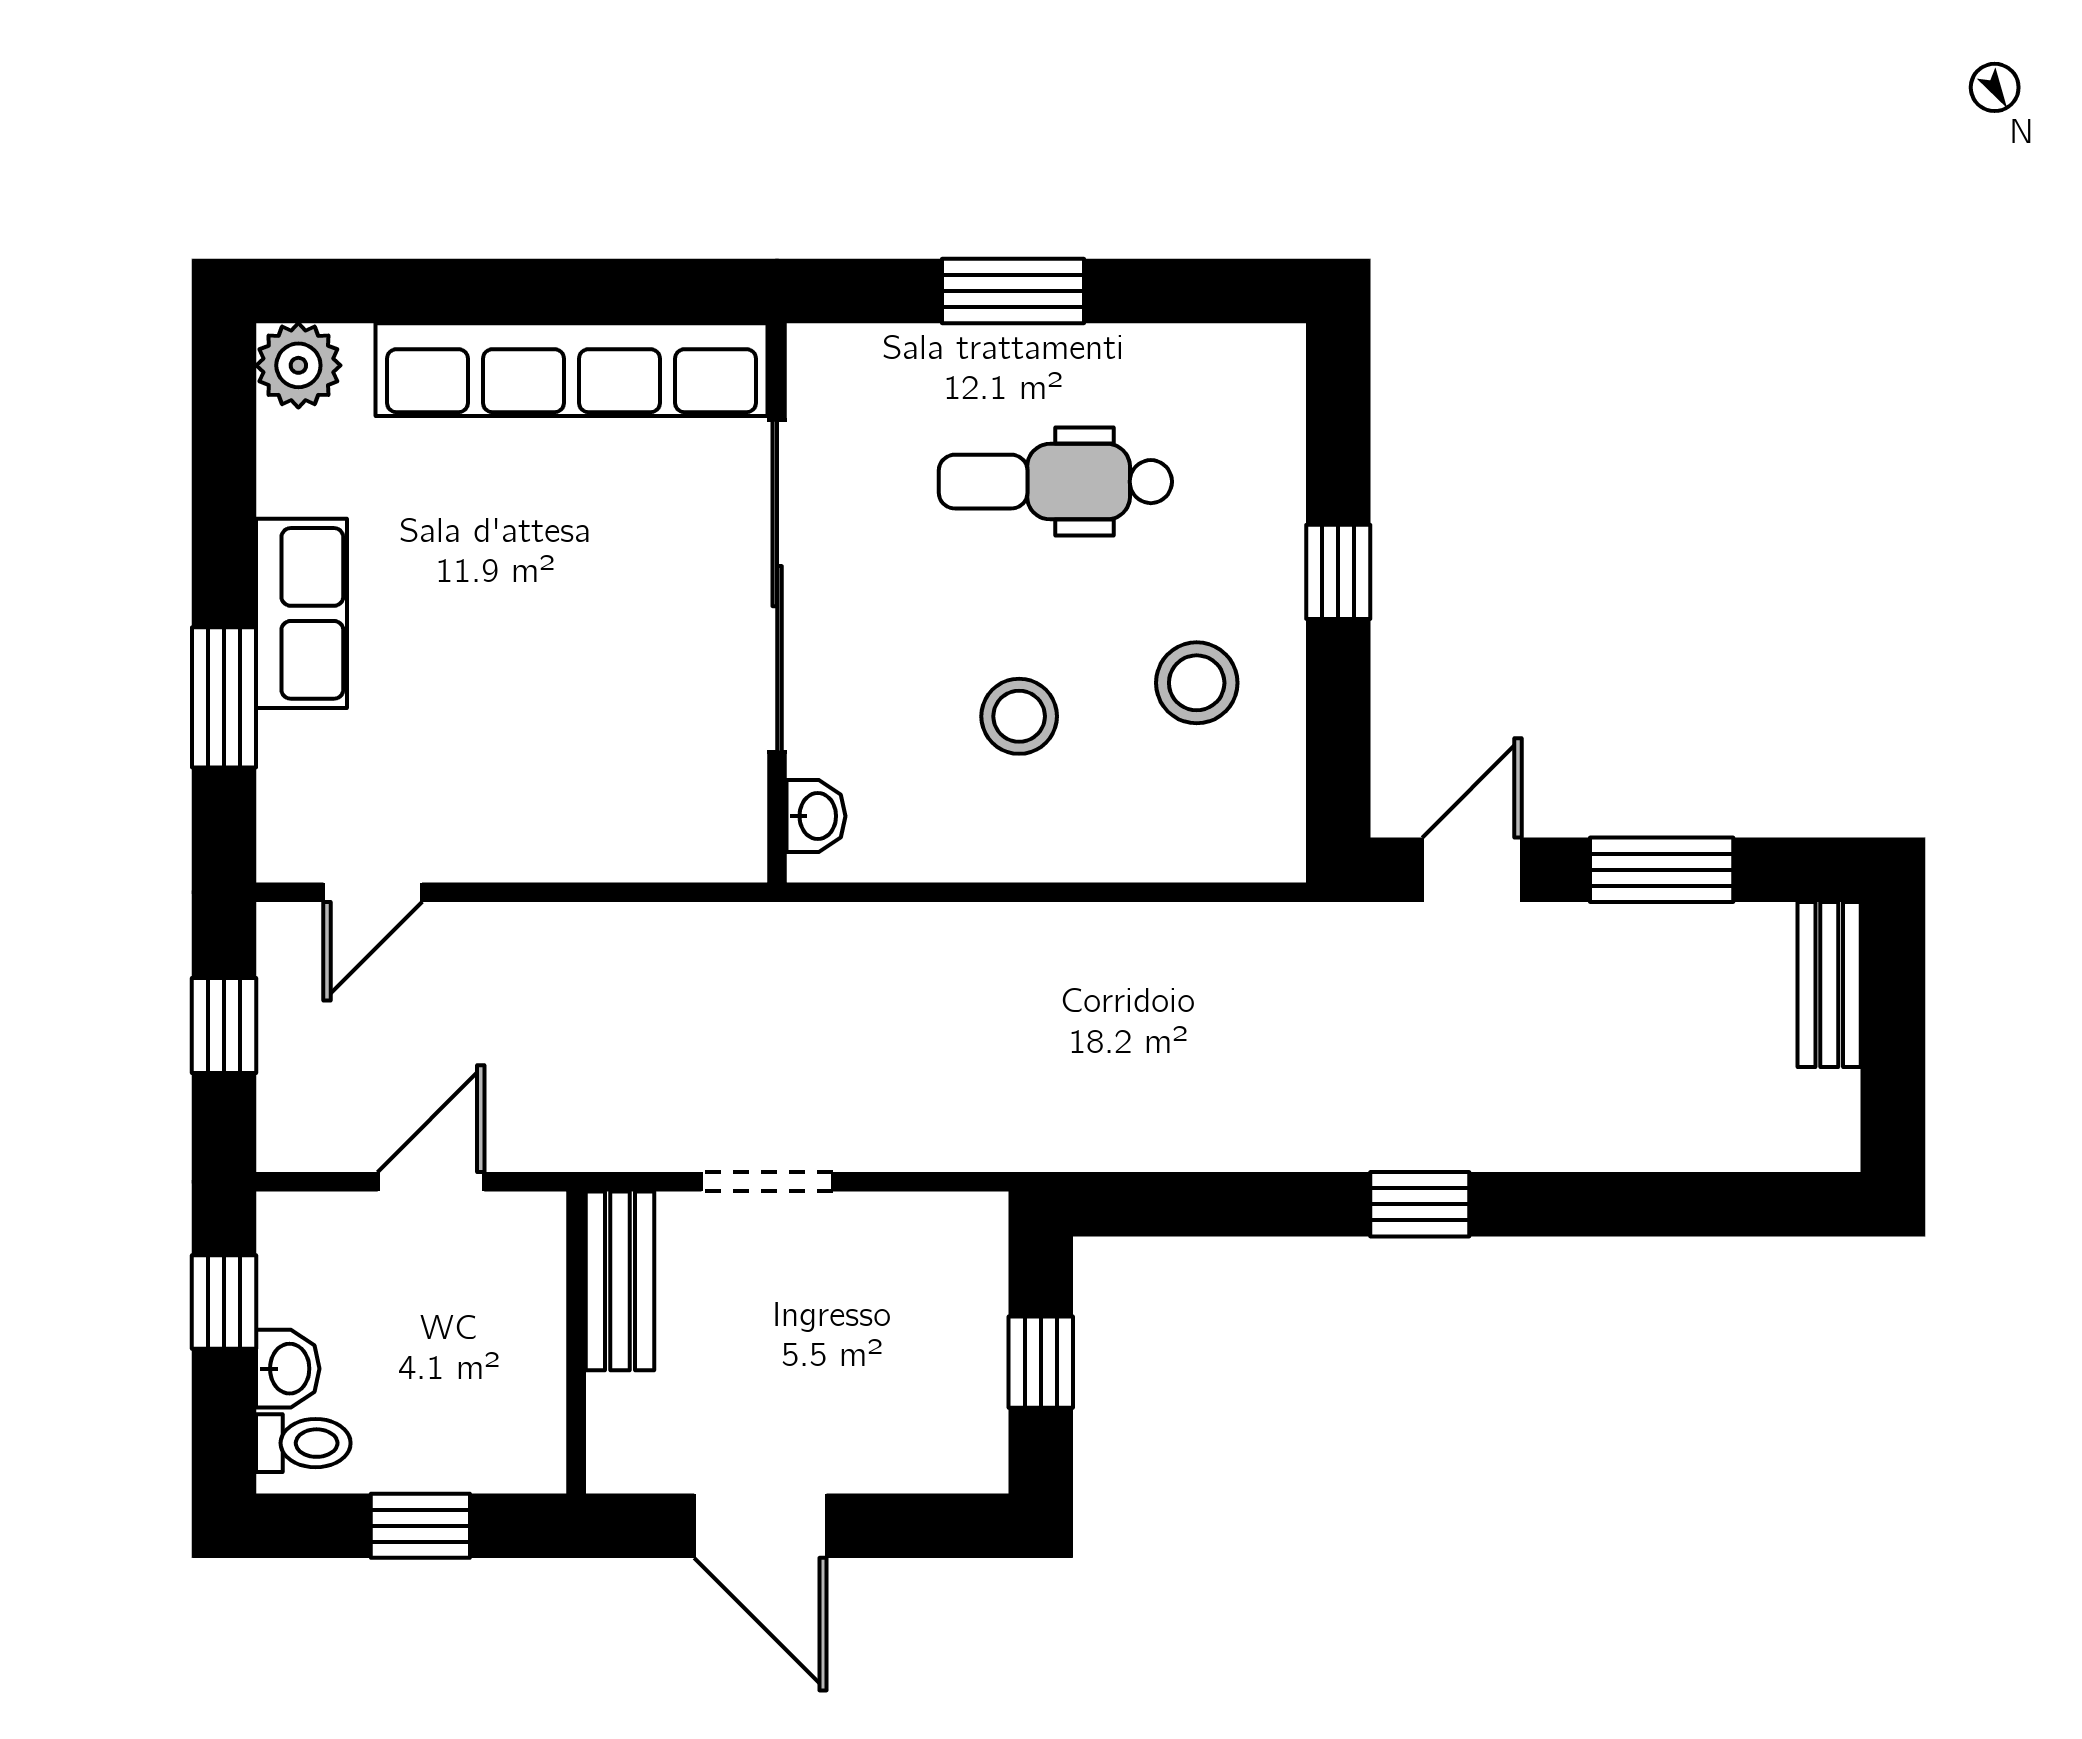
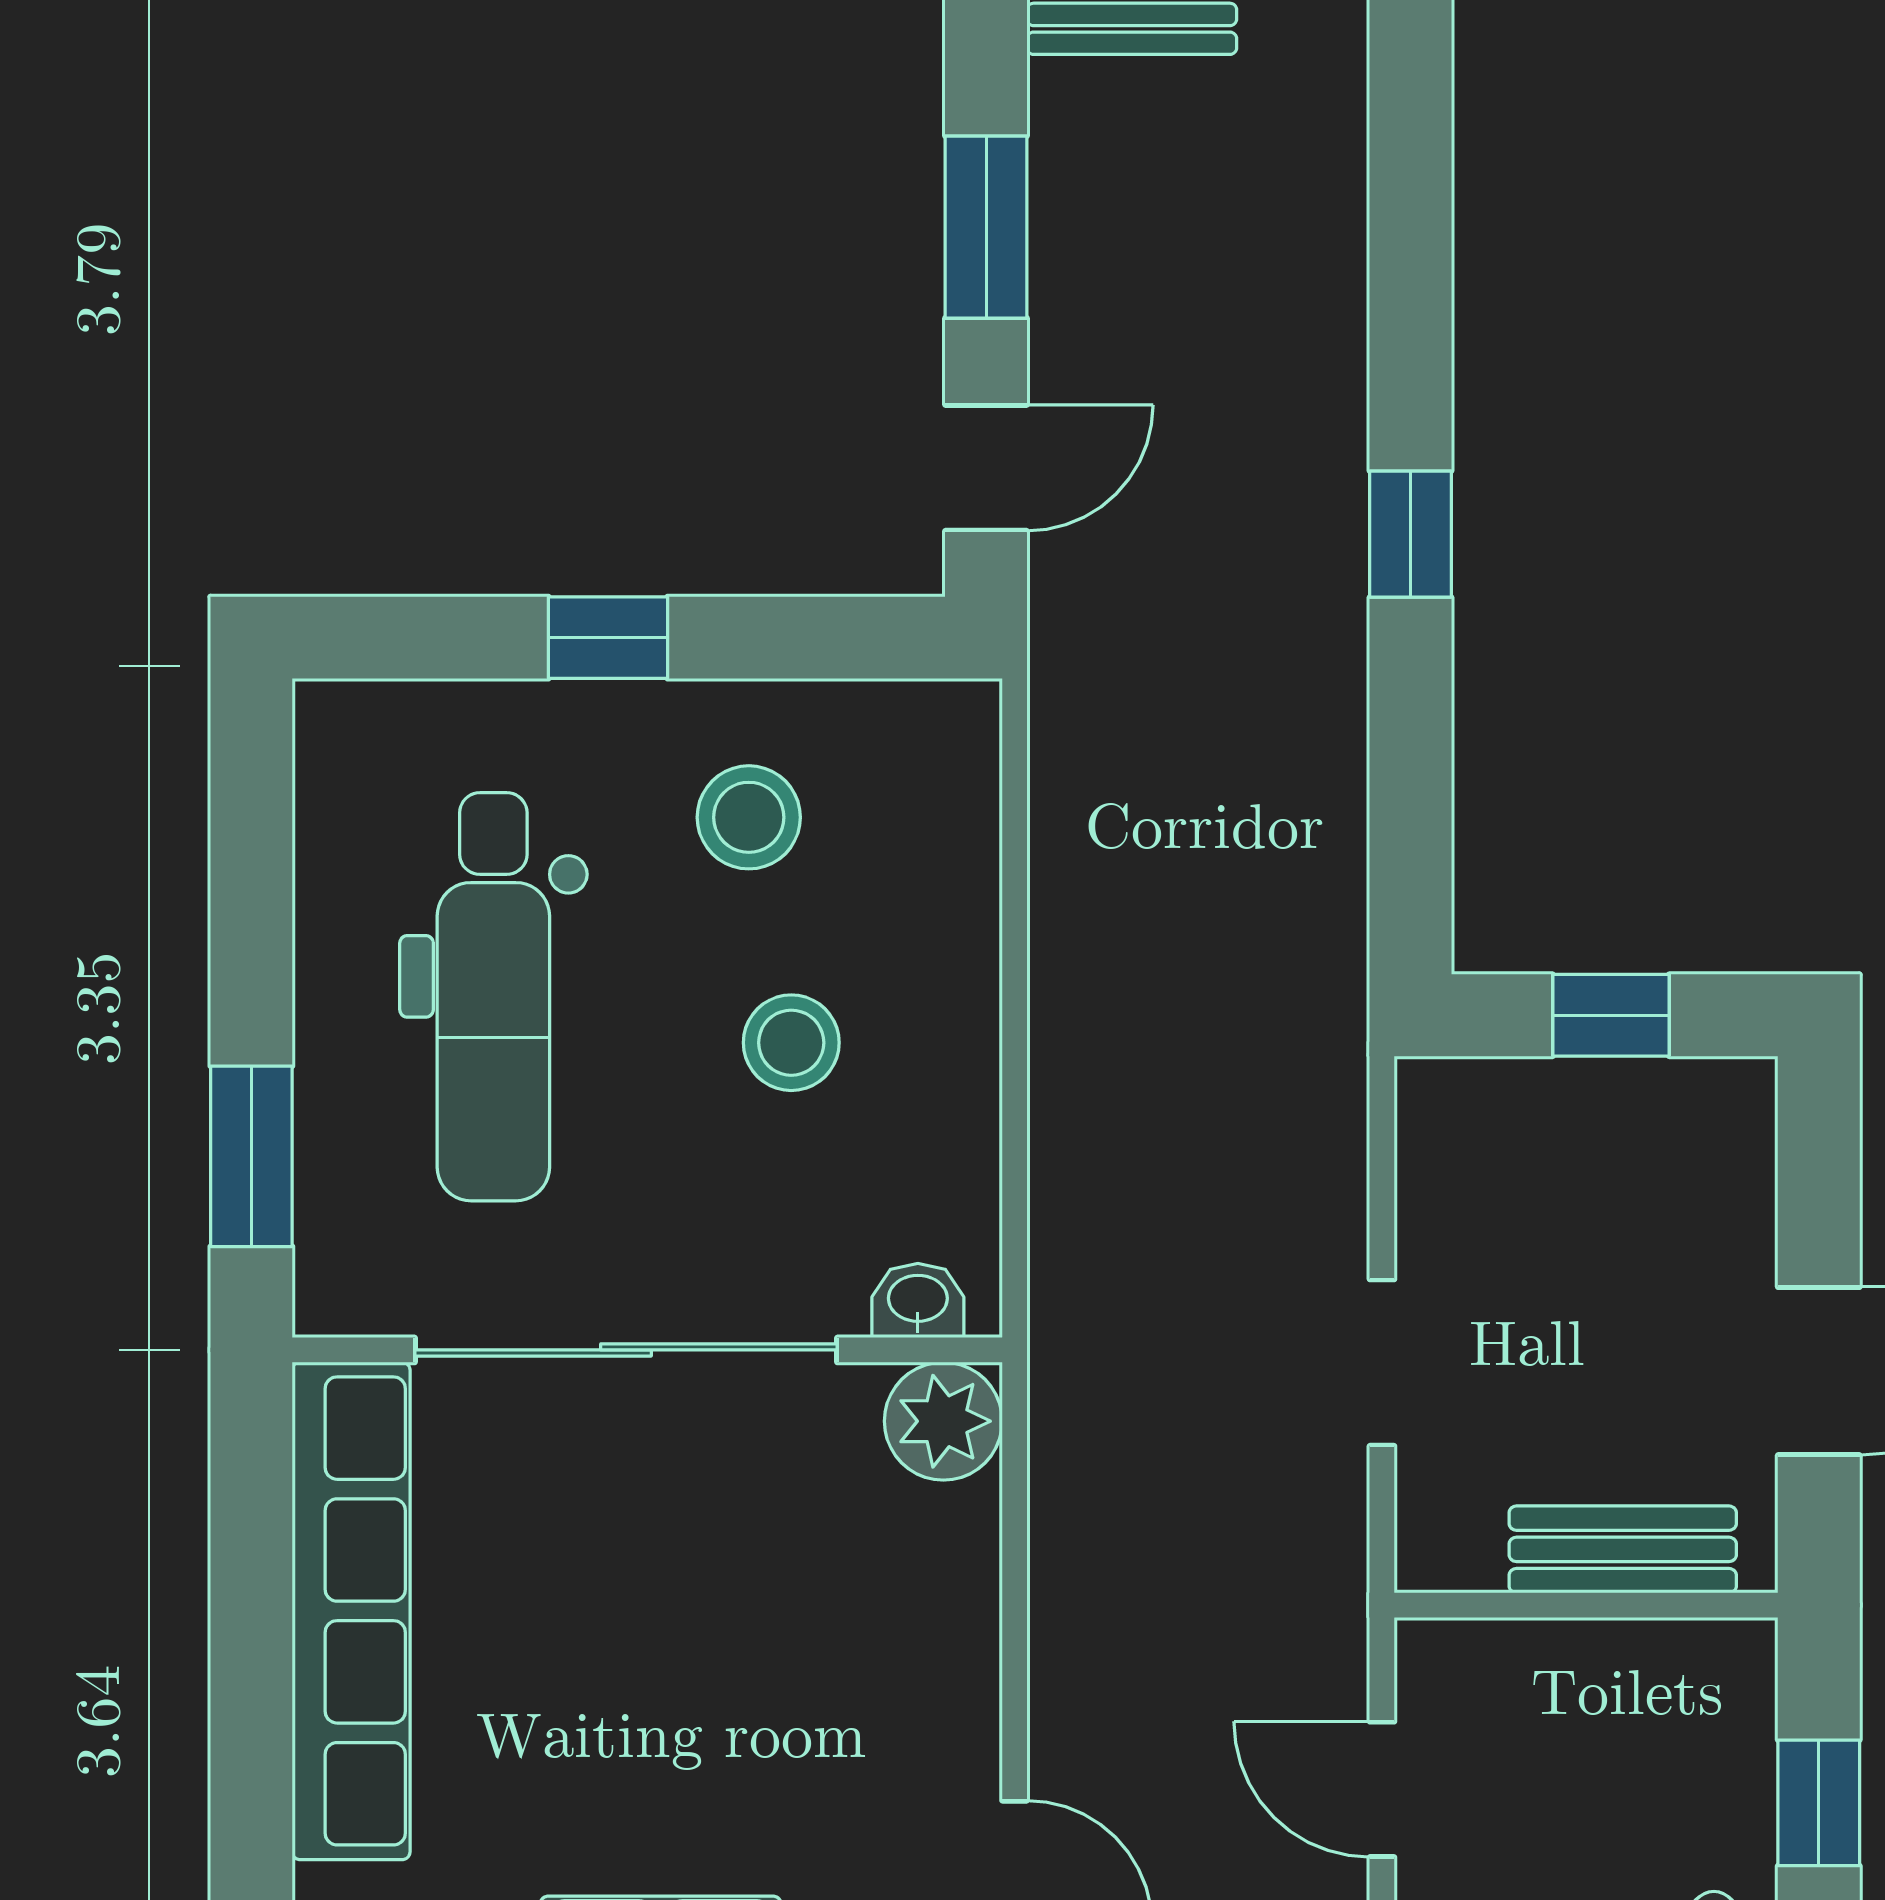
window: (1013, 291) -> (251, 1156), moved
dental chair: (1055, 482) -> (493, 997), width x1.36, depth x1.38
plant: (721, 836) -> (943, 1421), added
door: (1472, 870) -> (986, 468), swing flipped
bench: (620, 1281) -> (1623, 1549), moved

